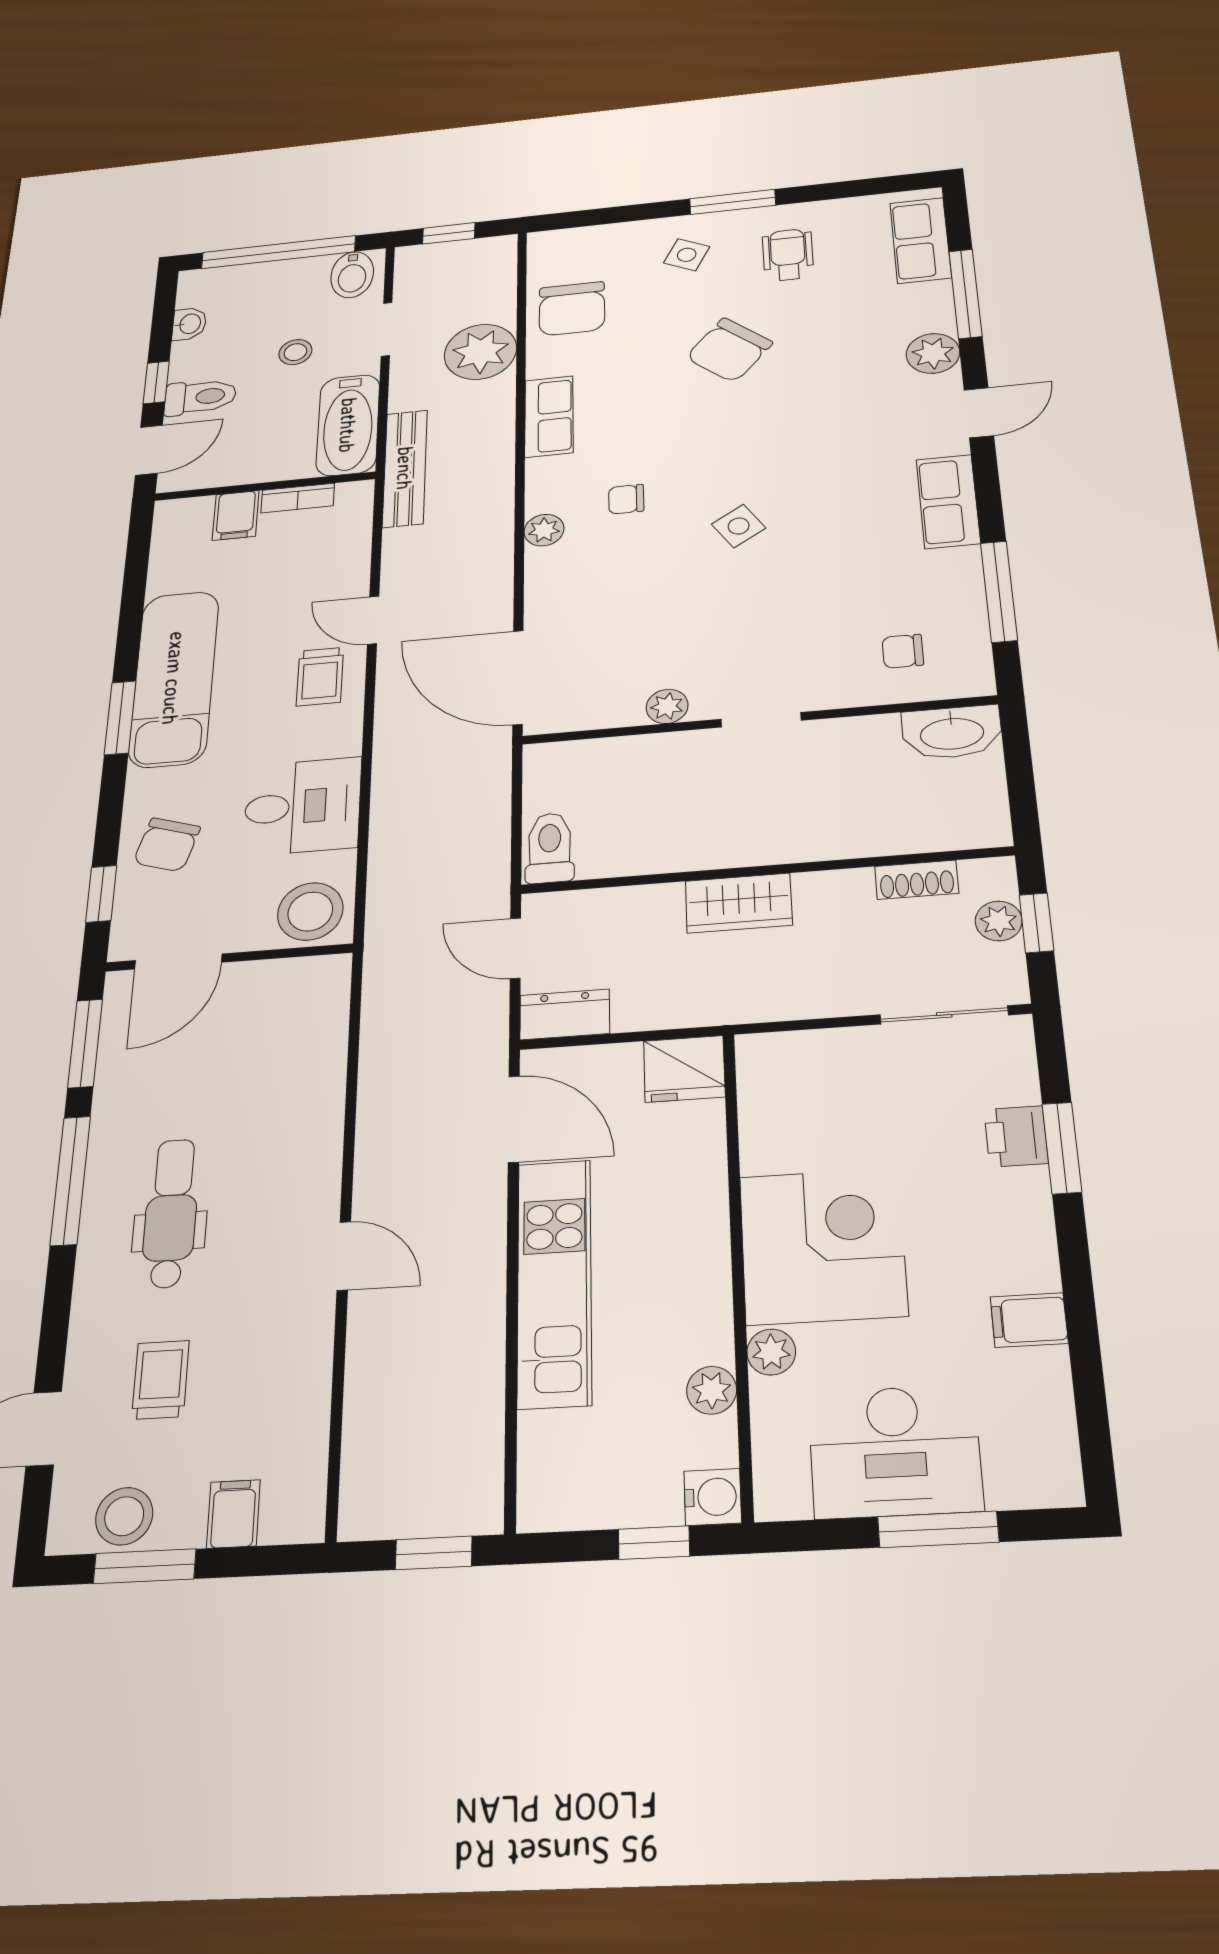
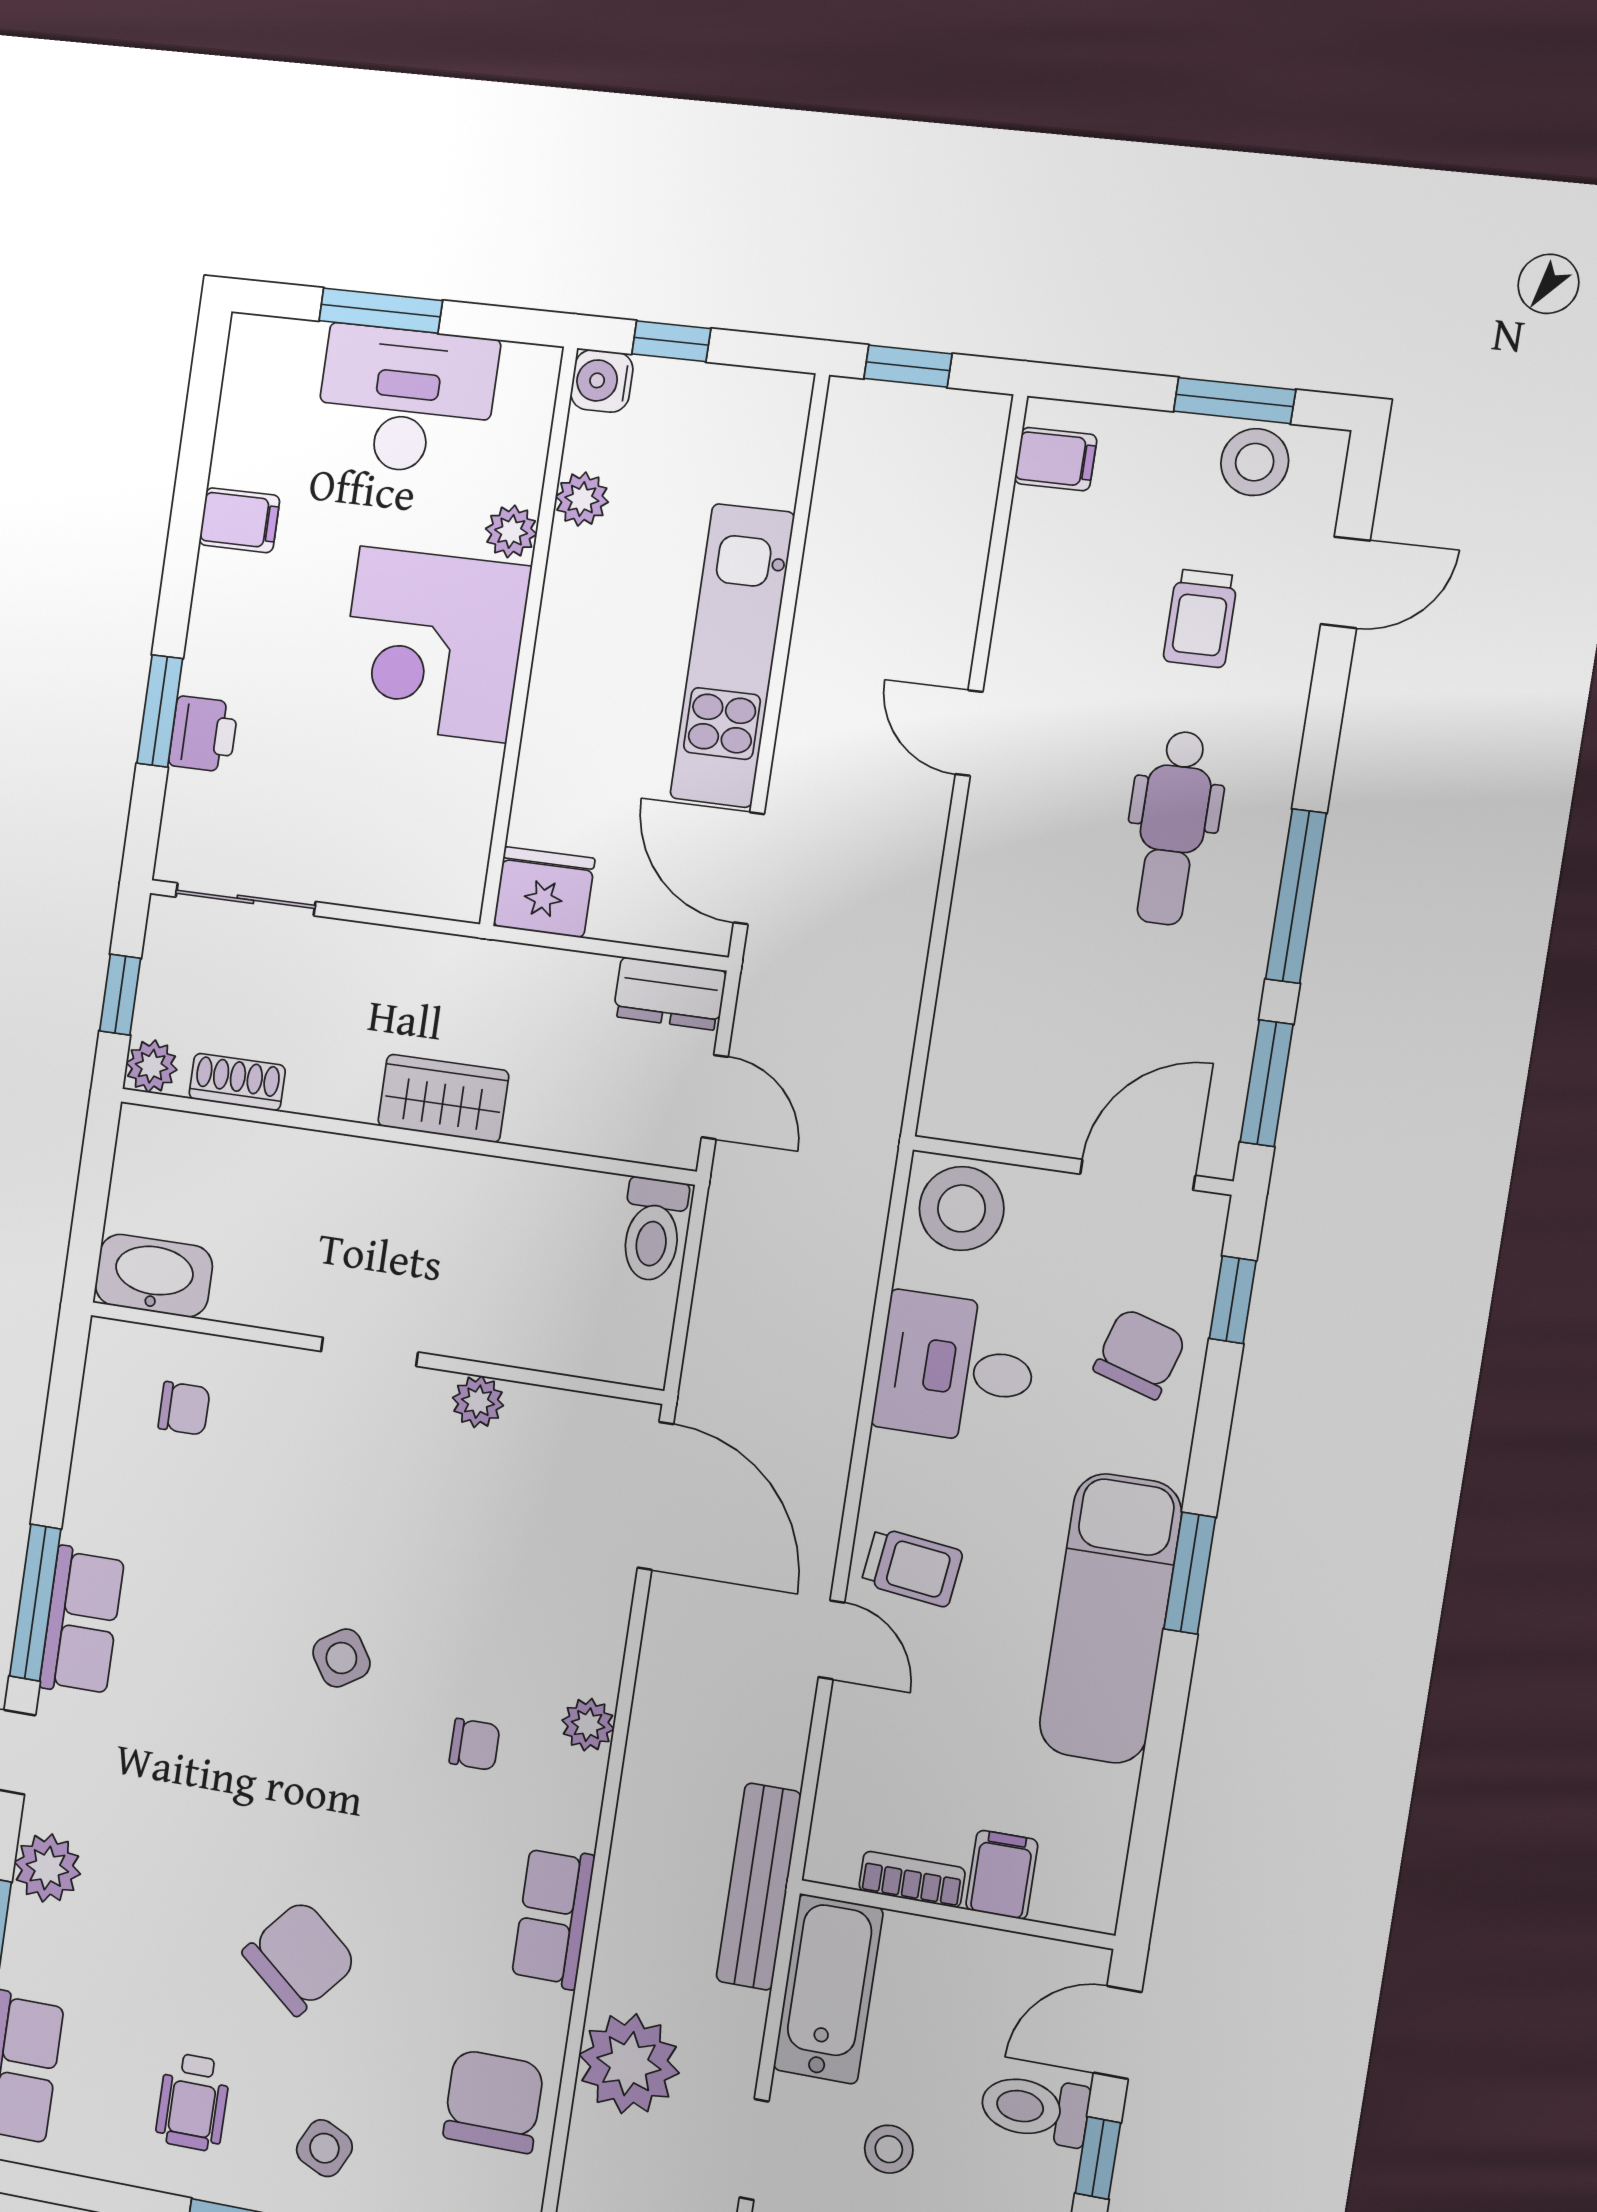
window: (999, 591) -> (35, 1603), moved
trolley: (320, 677) -> (912, 1567), turned 97
plant: (999, 921) -> (152, 1066), moved
filing cabinet: (233, 1514) -> (1056, 459), moved, turned -90

